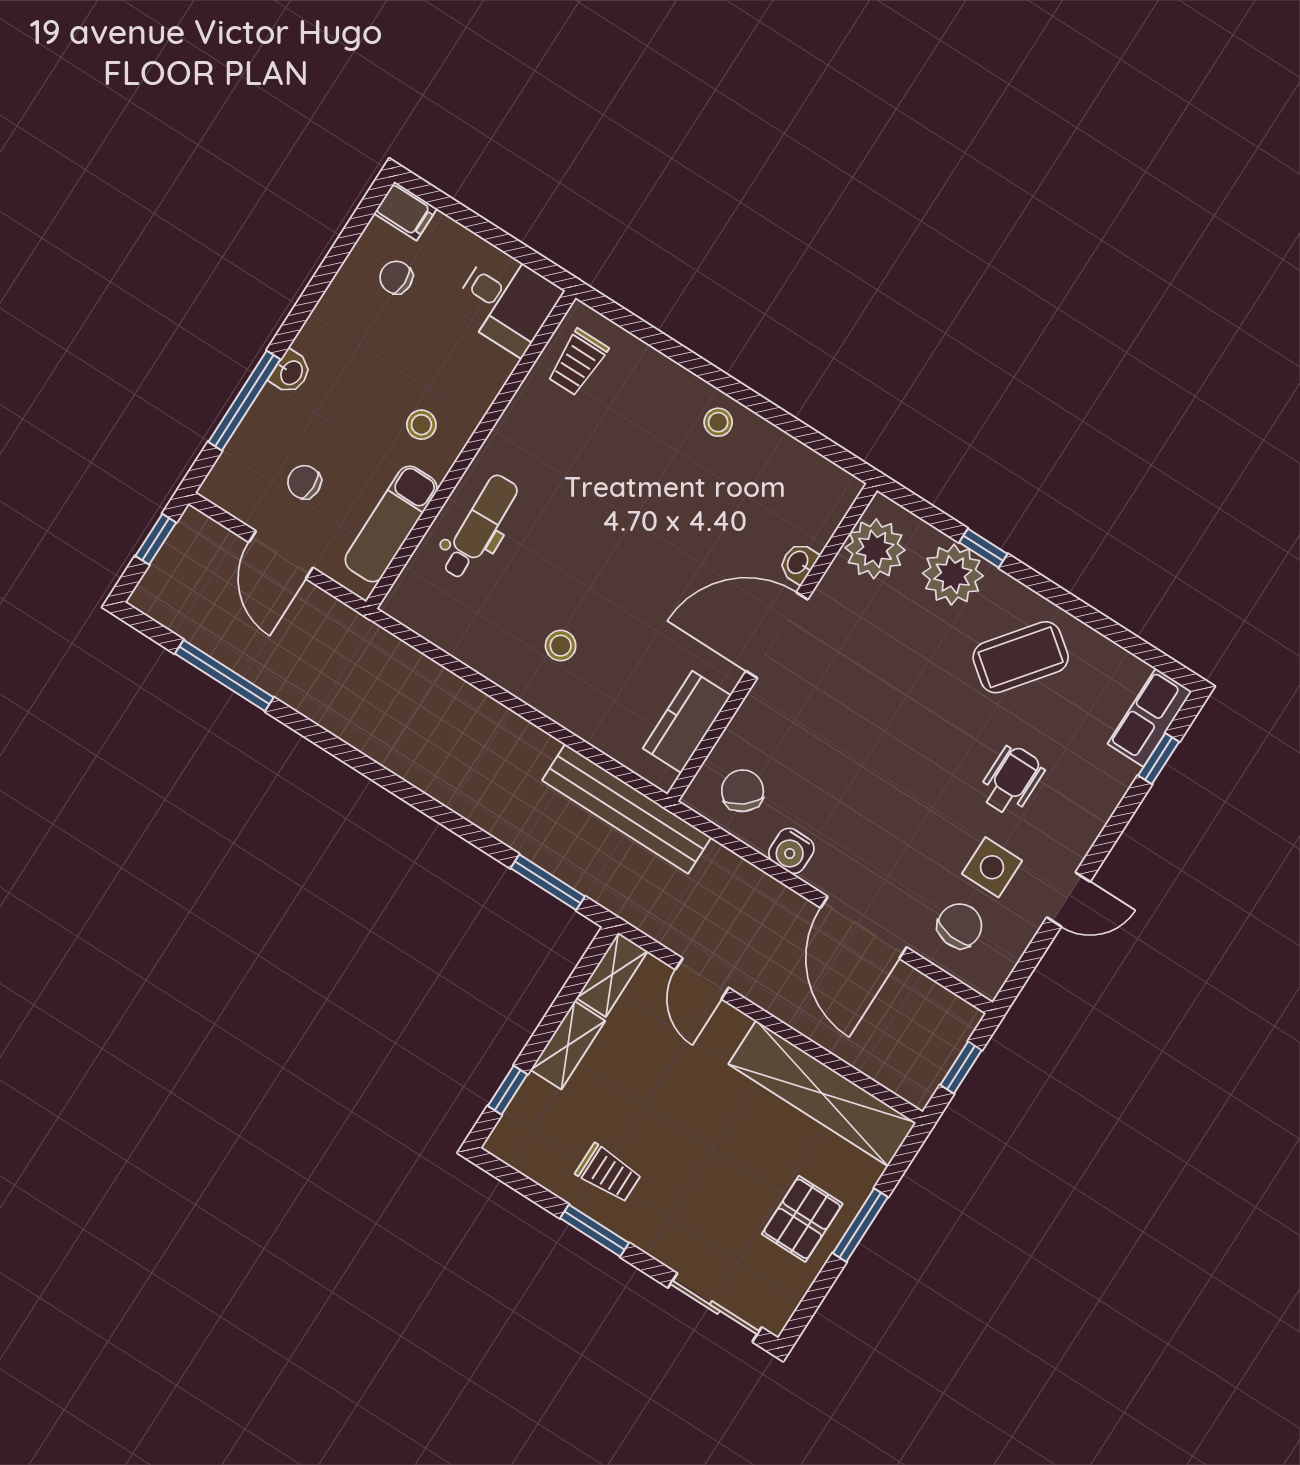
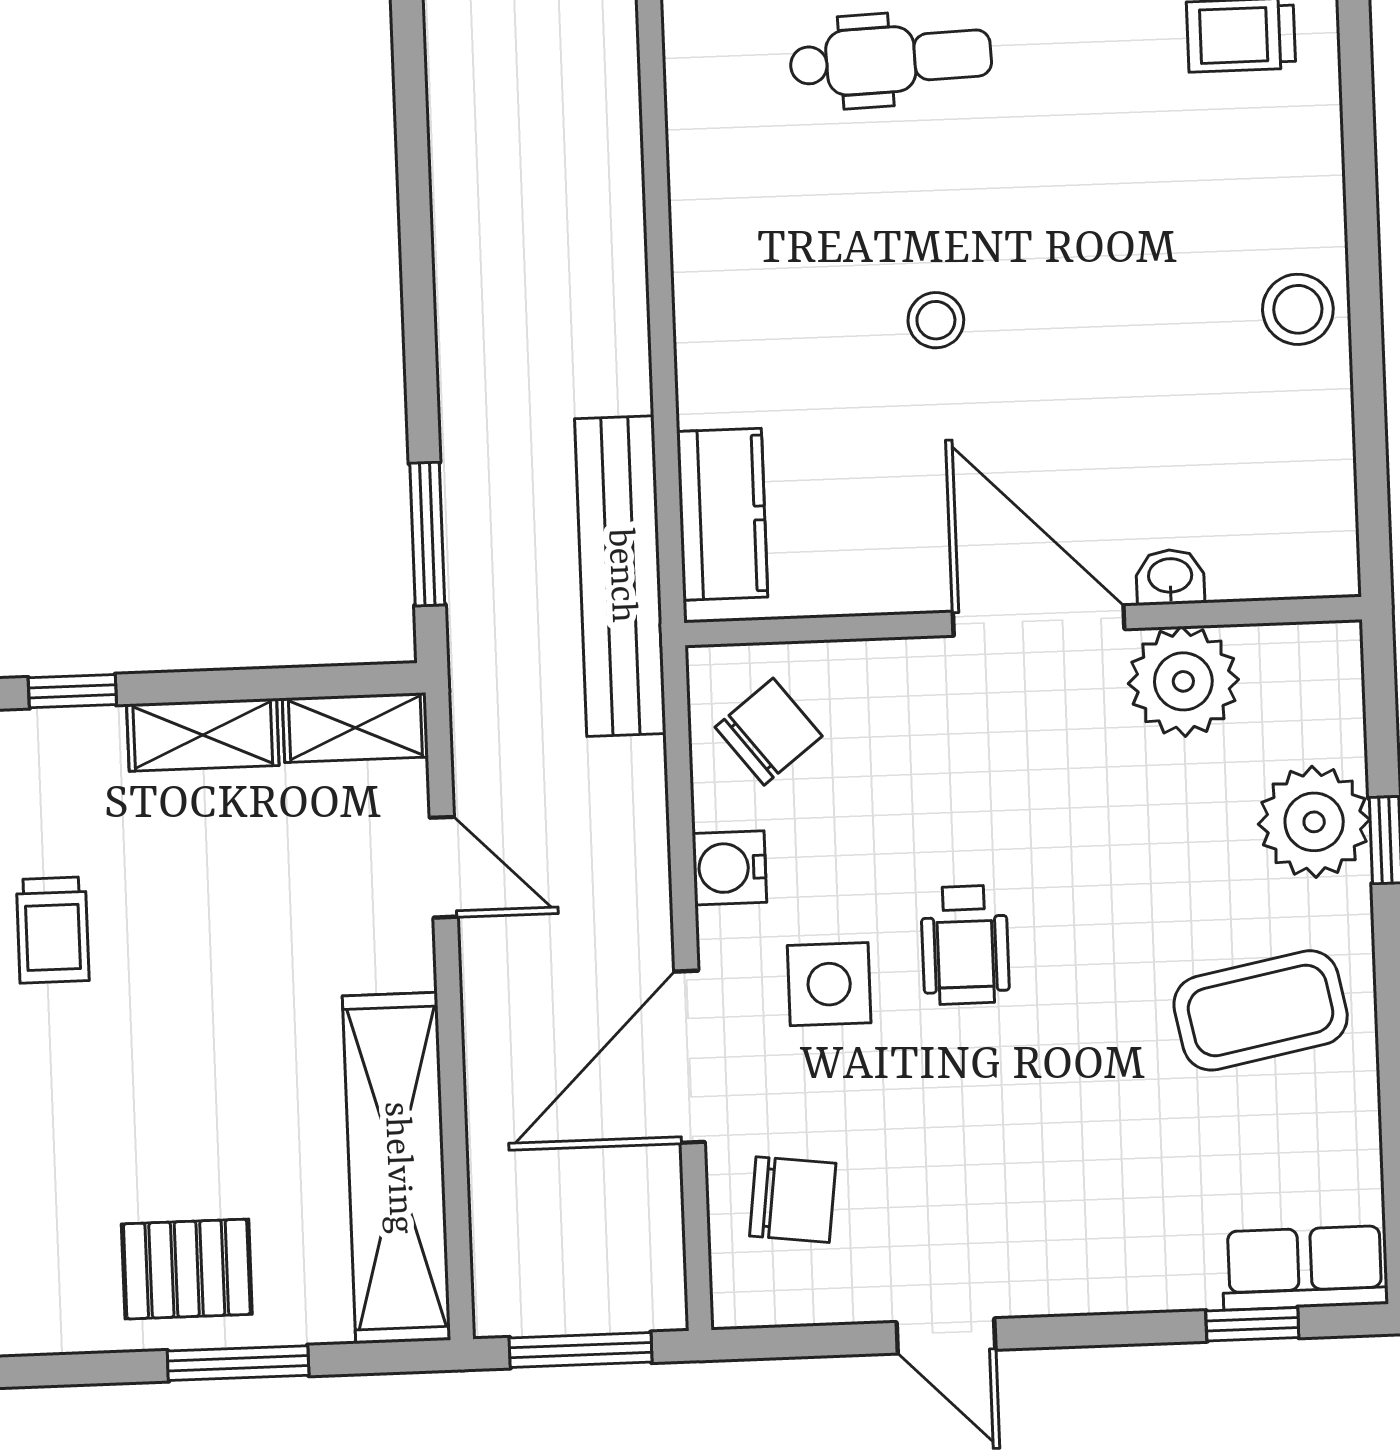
stool: (718, 422) -> (1298, 309), width x1.37, depth x1.37
plant: (875, 549) -> (1183, 681), moved
stool: (561, 646) -> (936, 320), moved
coffee table: (1021, 657) -> (1261, 1010), turned -49
kitchen counter: (687, 722) -> (722, 514), moved, turned 90
wheelchair: (1011, 780) -> (965, 945), moved, turned 90
side table: (992, 867) -> (829, 984), moved
door: (702, 979) -> (444, 867), swing flipped
window: (961, 1068) -> (581, 1350), width x1.50

